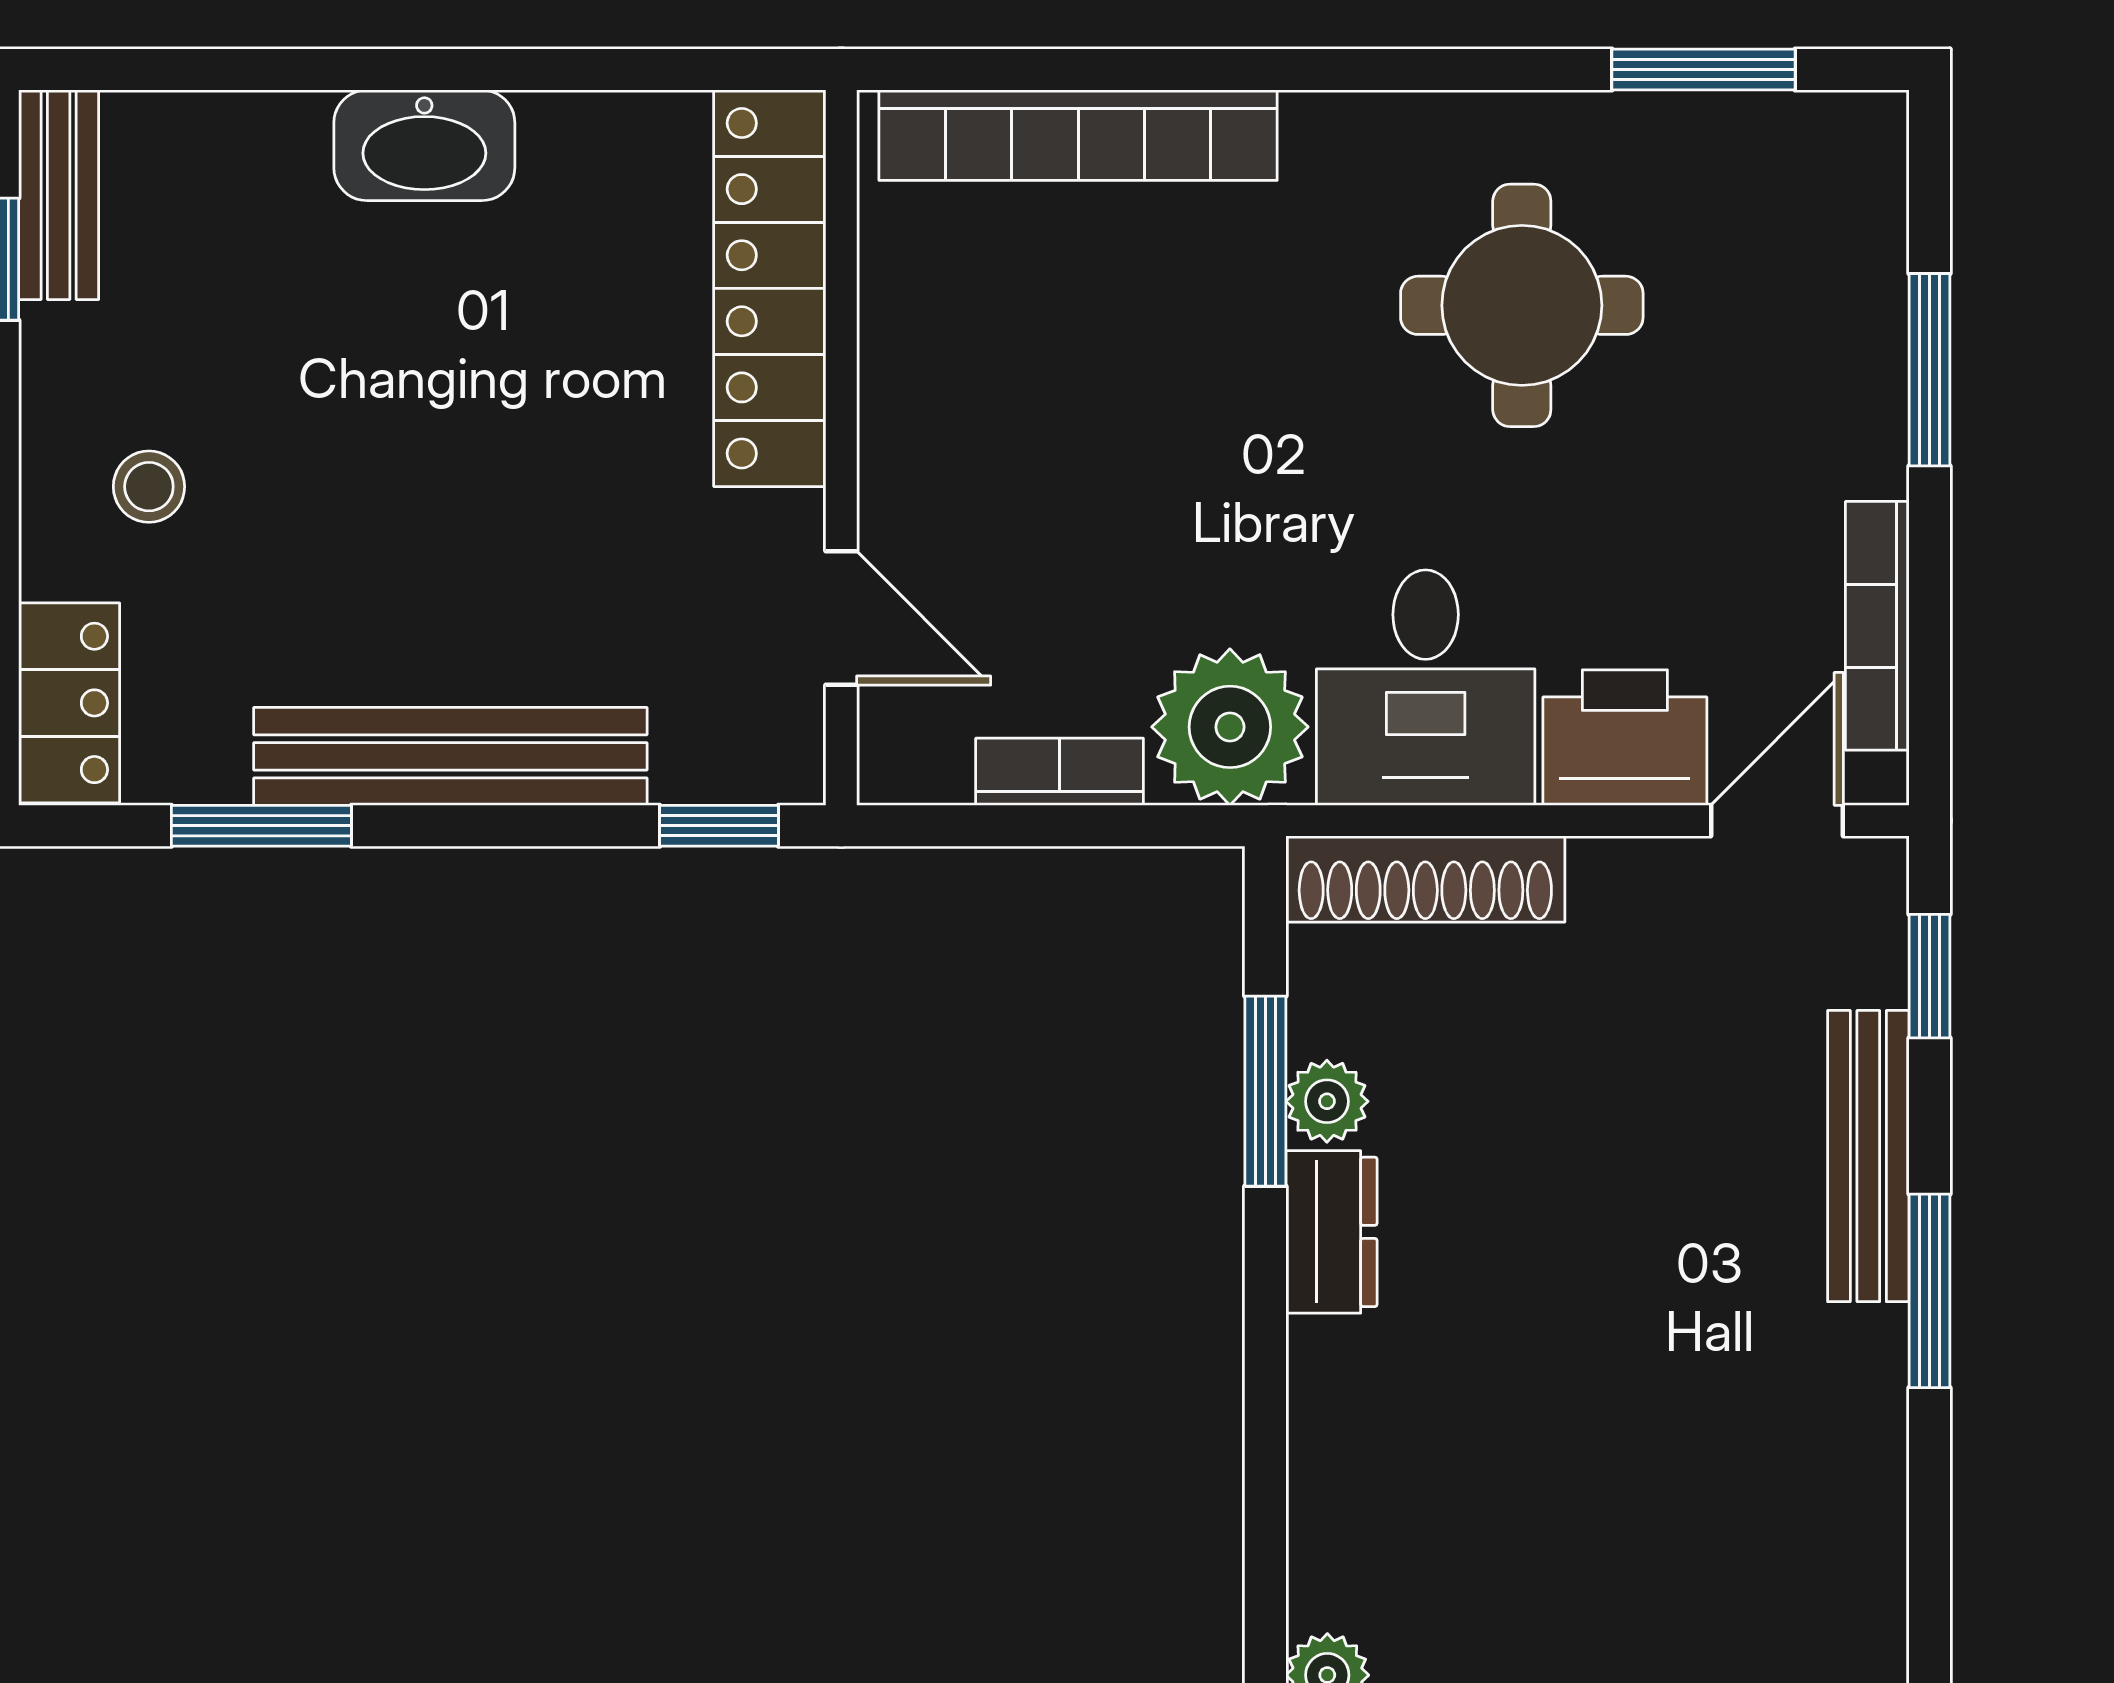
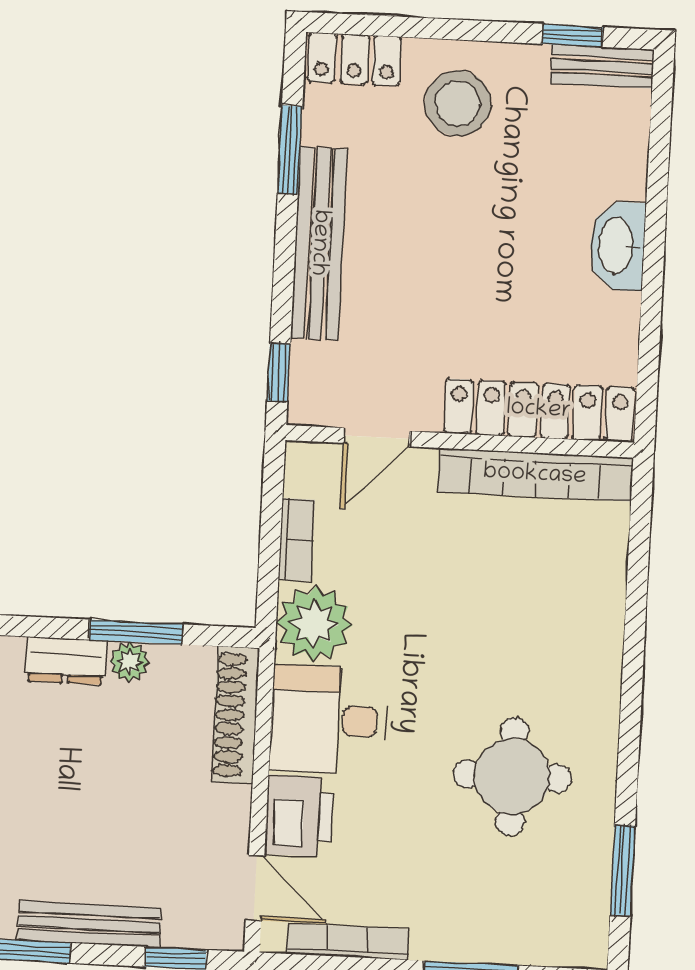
bookcase: (1078, 135) -> (535, 475), moved, turned -90
stool: (149, 487) -> (458, 103), width x1.89, depth x1.89

